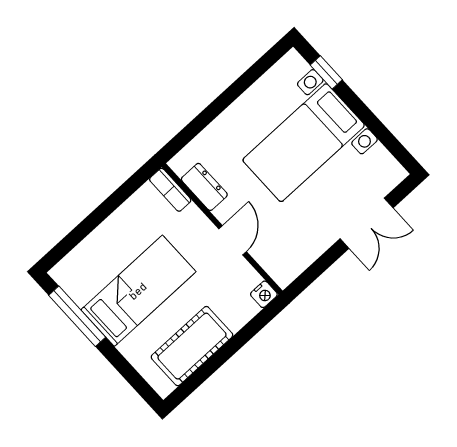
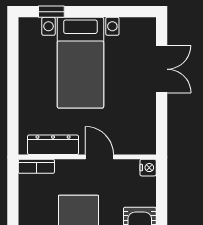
dresser: (204, 187) -> (53, 145), width x1.44

